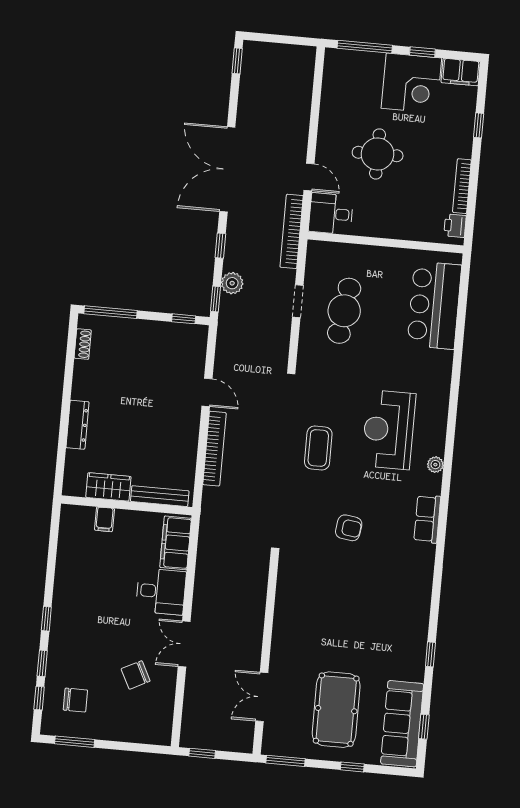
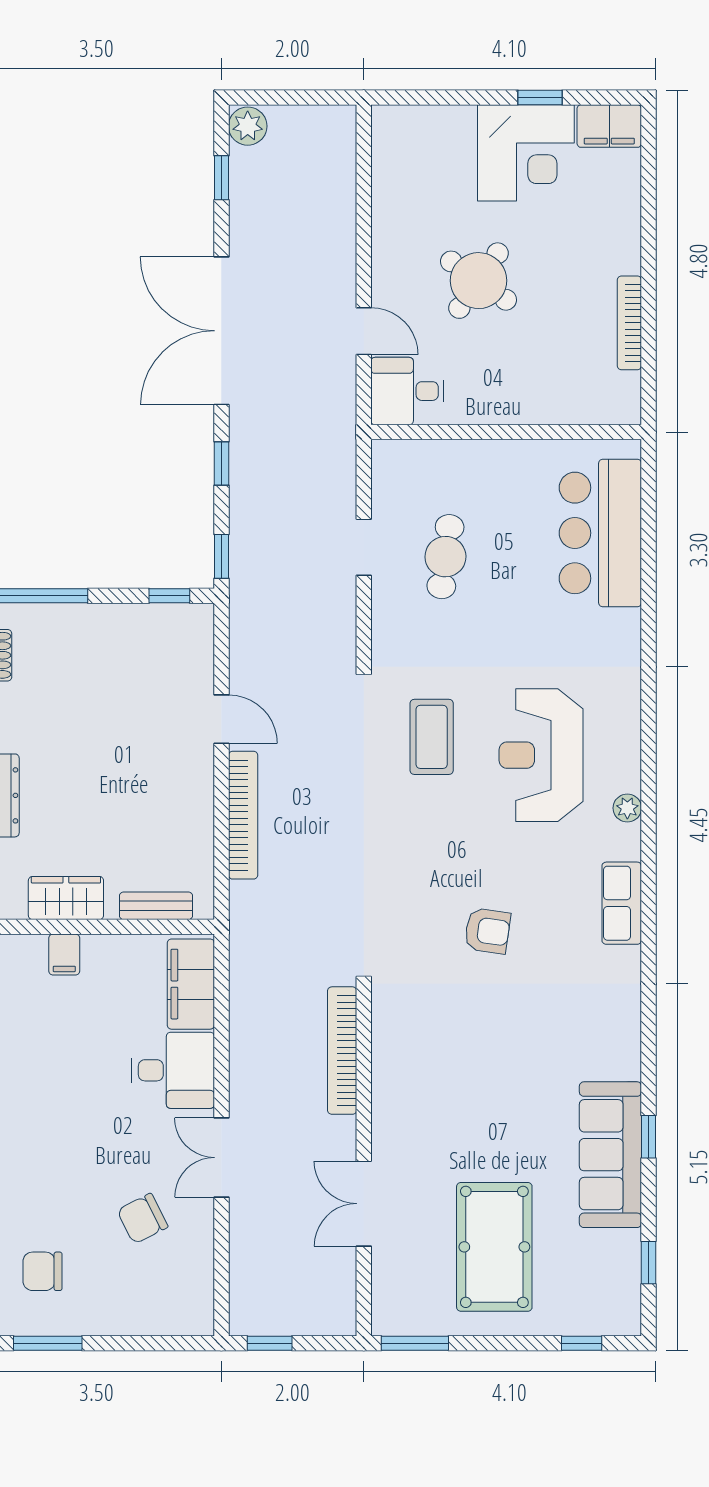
window: (365, 47) -> (440, 97), removed
window: (237, 61) -> (221, 178), moved
window: (479, 125) -> (649, 215), removed
round table: (378, 154) -> (479, 281), turned 35
printer: (455, 226) -> (624, 392), removed
bookcase: (292, 231) -> (342, 1051), moved
plant: (232, 283) -> (248, 126), moved
cafe table: (344, 311) -> (445, 557), width x0.73, depth x0.74
coffee table: (318, 448) -> (432, 737), moved
bench: (160, 496) -> (156, 906), width x0.73
double door: (262, 697) -> (364, 1204), moved
chair: (75, 700) -> (43, 1271), turned 180
sofa: (402, 724) -> (610, 1155), moved
window: (352, 767) -> (582, 1343), moved

